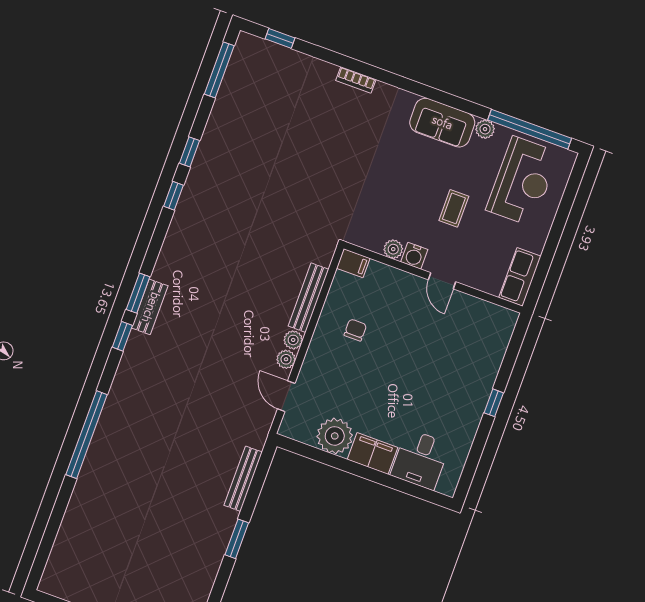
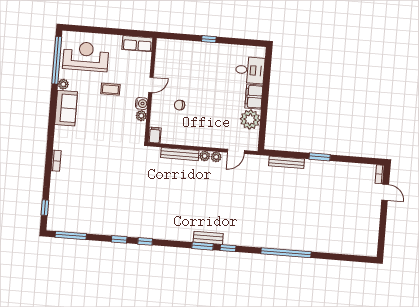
chair: (355, 330) -> (180, 105), moved

